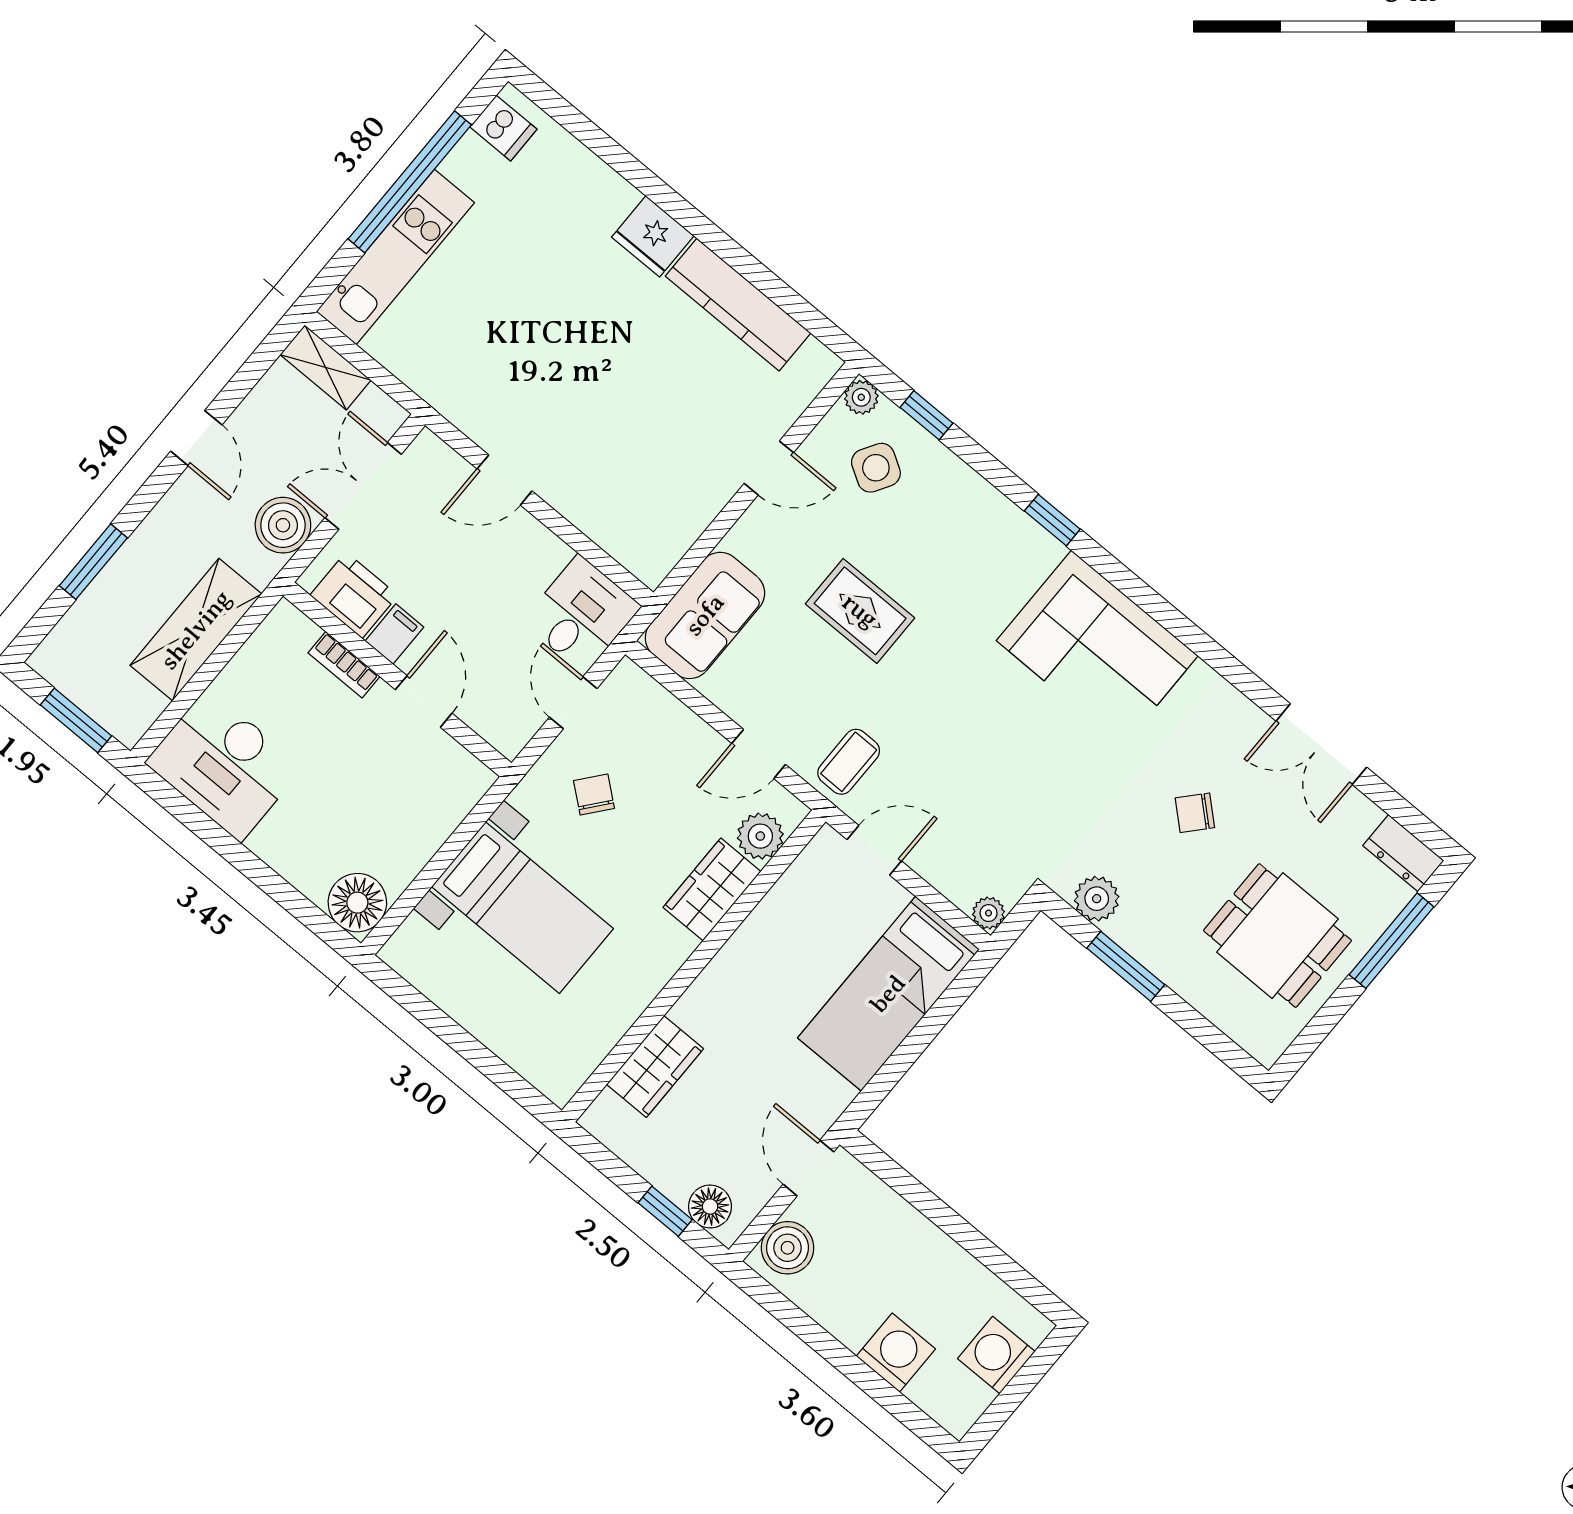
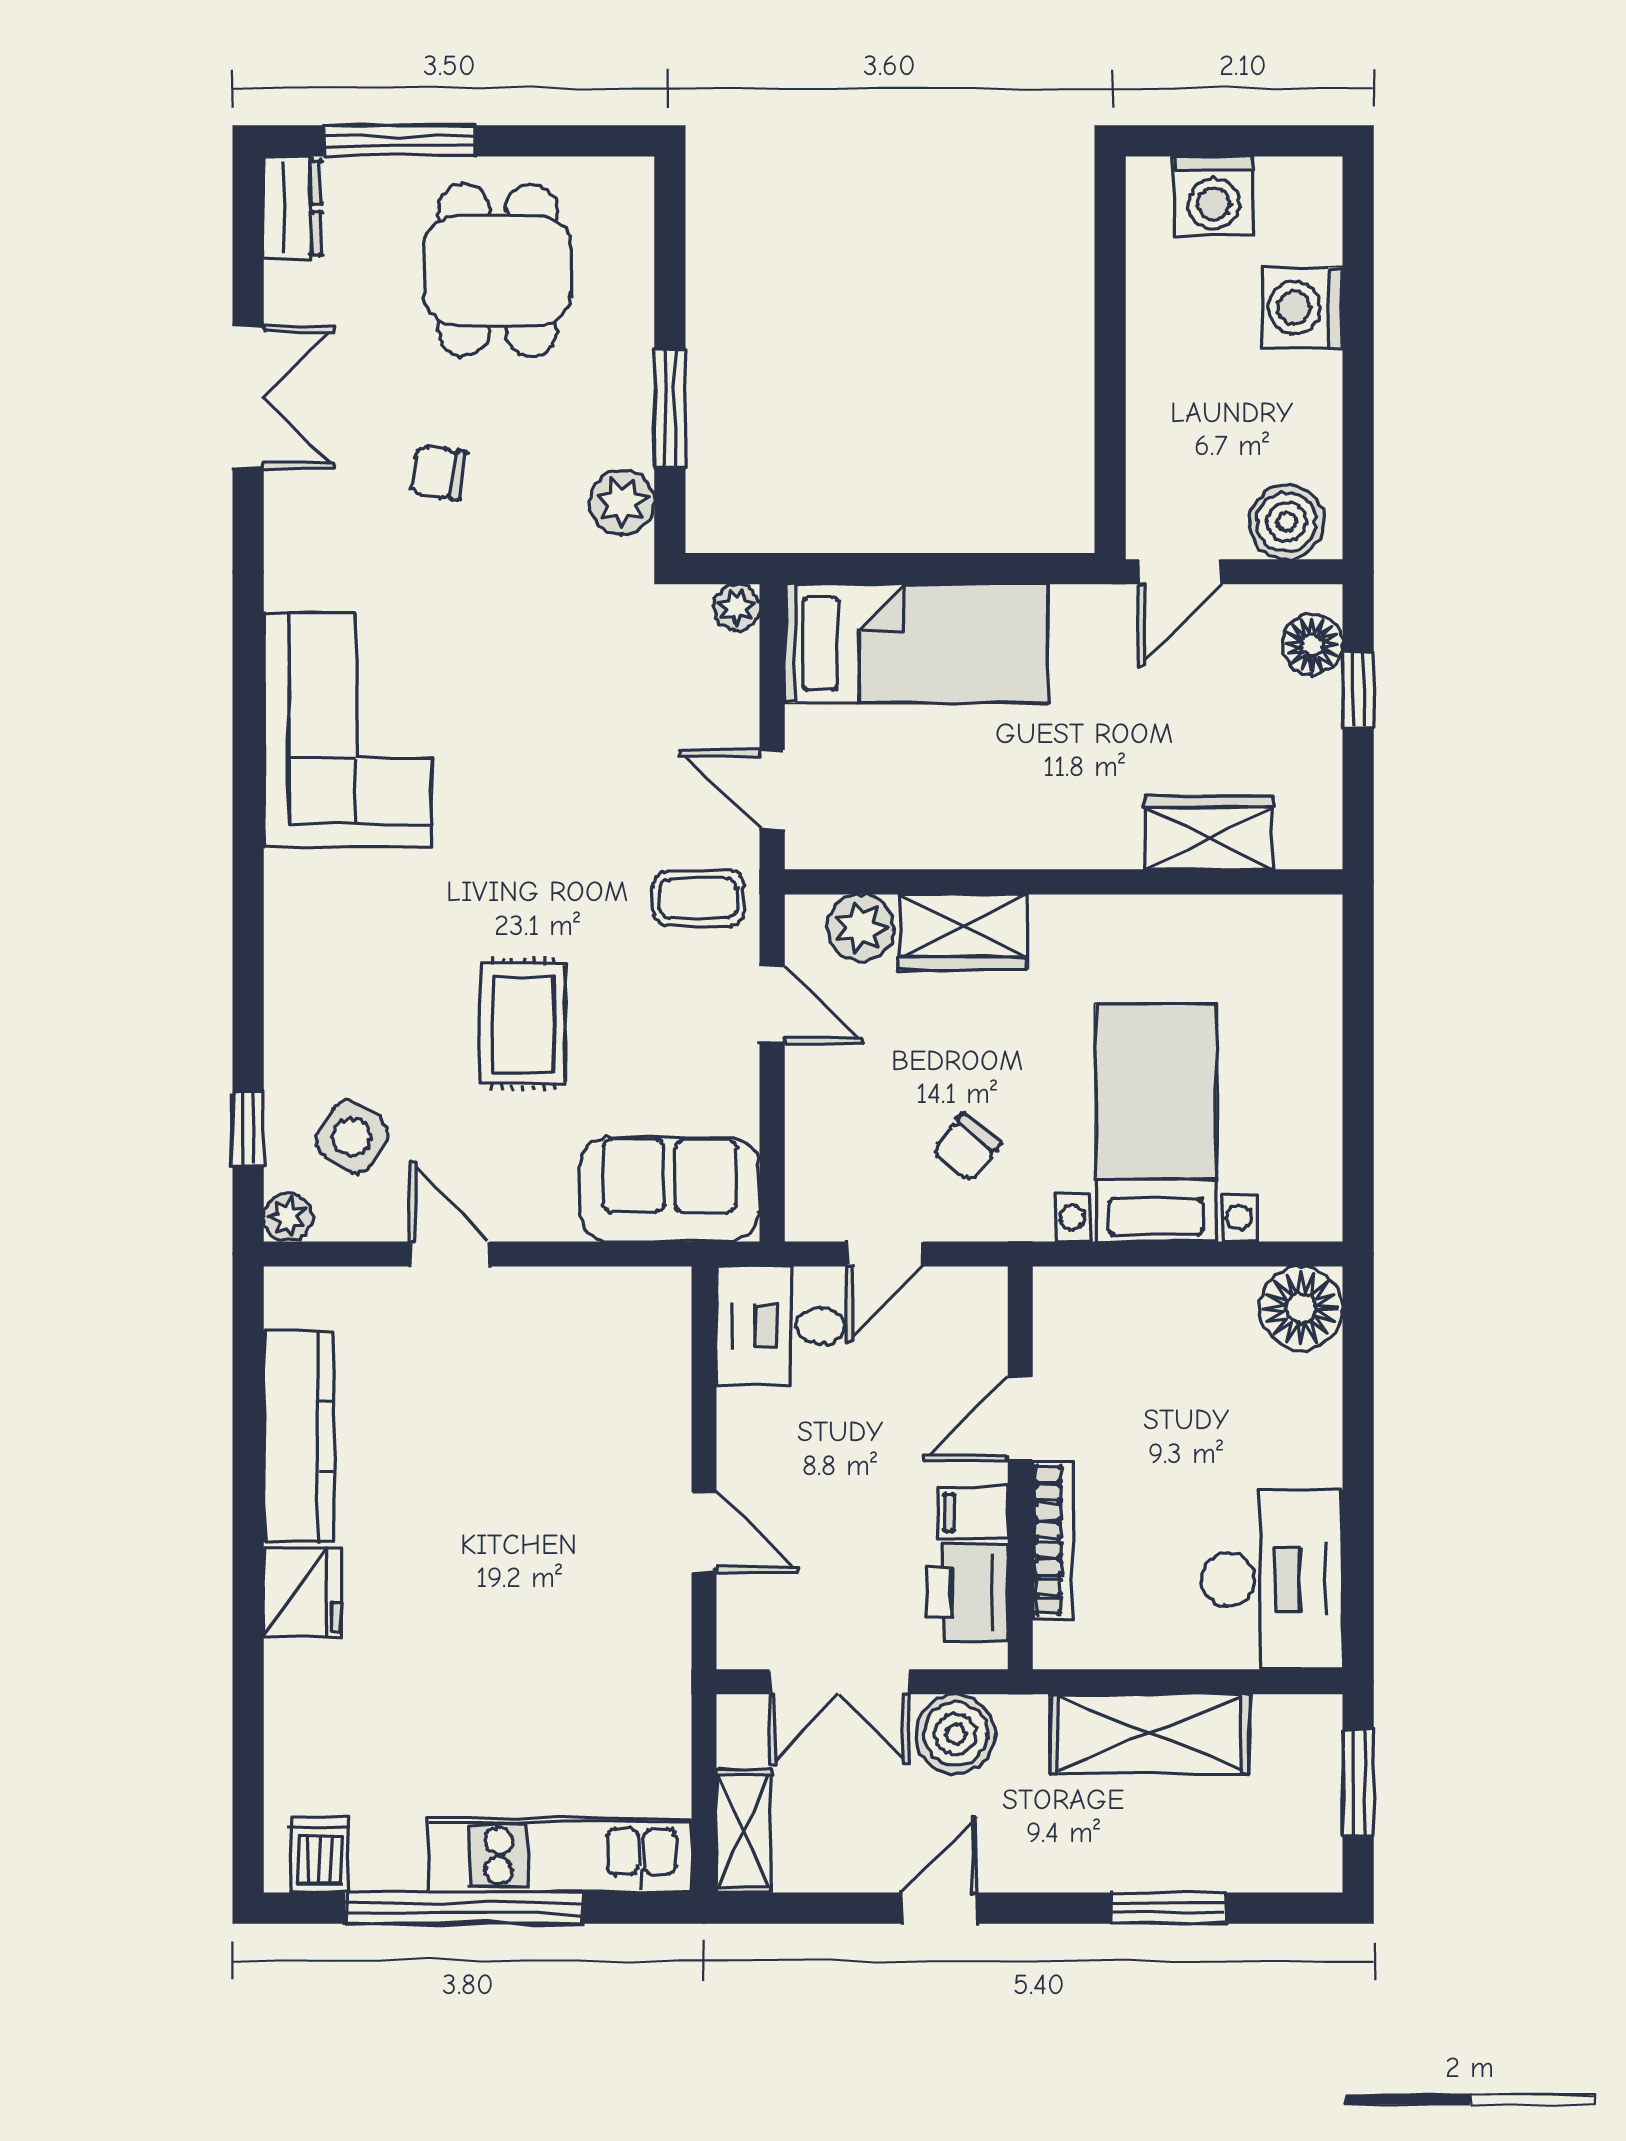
window: (1052, 520) -> (248, 896), removed
bookcase: (344, 665) -> (1053, 1540), width x1.56
chair: (1195, 813) -> (439, 473), turned 145

